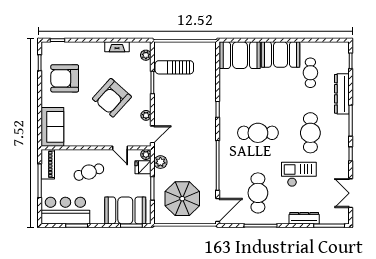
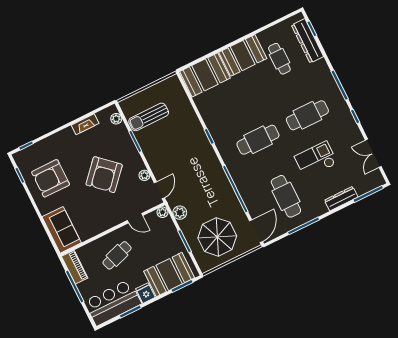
dresser: (342, 94) -> (307, 41), moved
cafe table: (310, 133) -> (307, 115), turned 90
fridge: (143, 167) -> (146, 293), moved, turned 90

